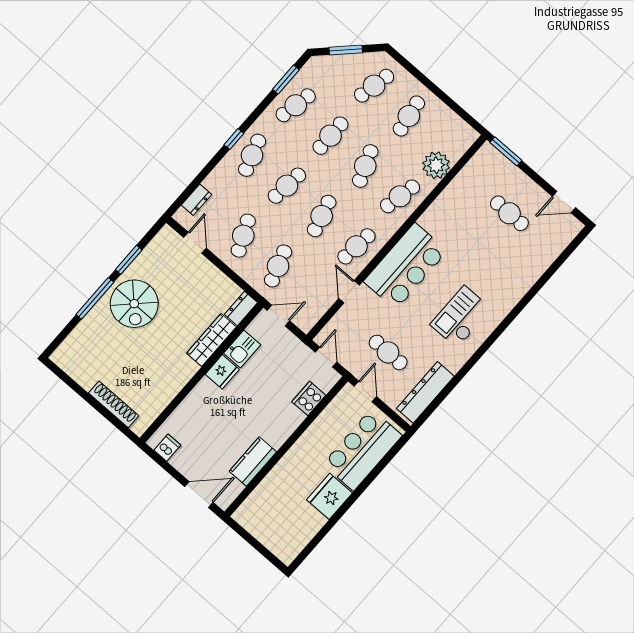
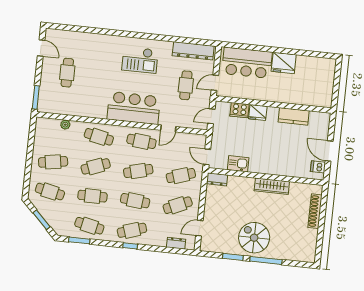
plant: (436, 165) -> (65, 125), width x0.53, depth x0.53
spiral stairs: (134, 304) -> (254, 238), turned -90
wardrobe: (211, 340) -> (272, 186), moved
fridge: (222, 372) -> (258, 113), moved, turned 180
door: (199, 495) -> (329, 151), moved

